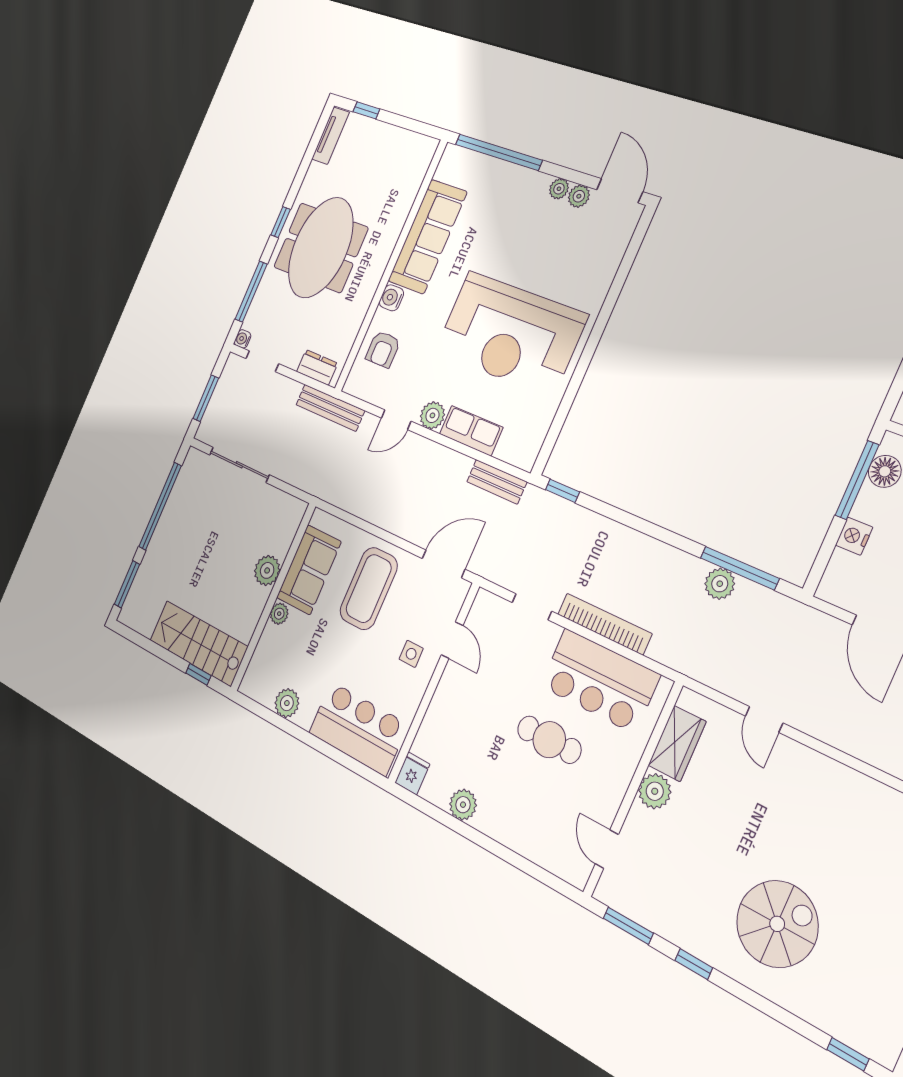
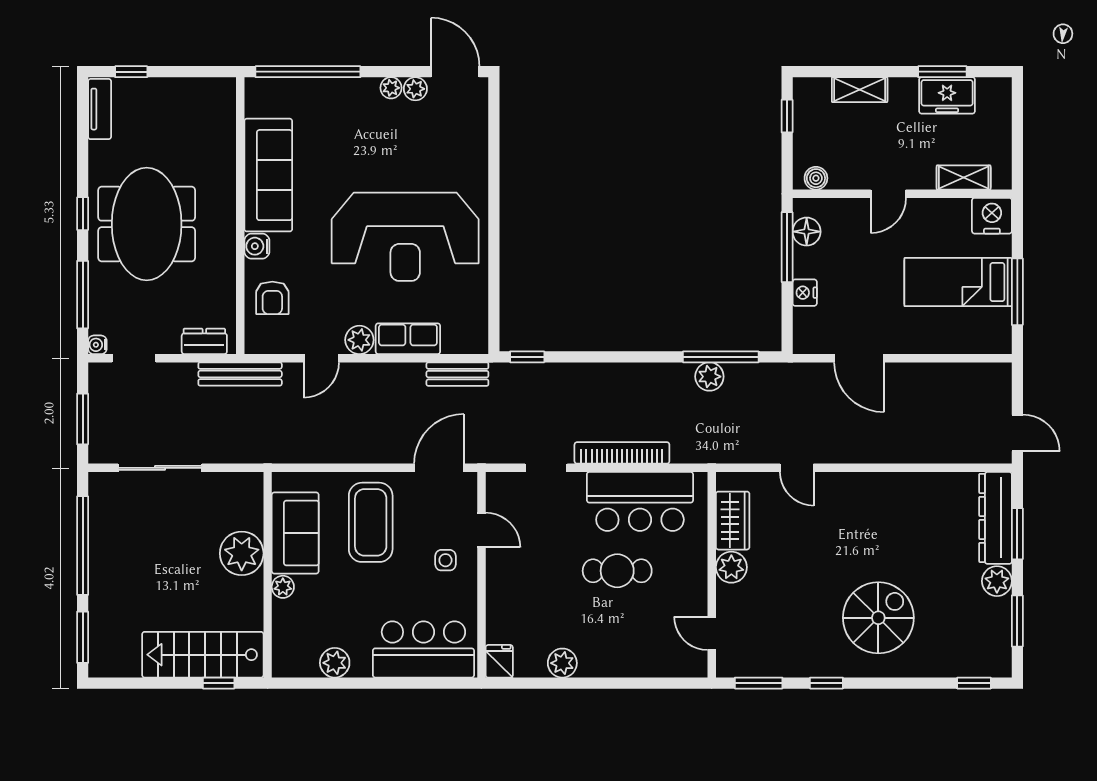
plant: (267, 570) -> (242, 553), width x1.36, depth x1.36

